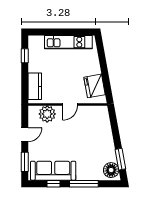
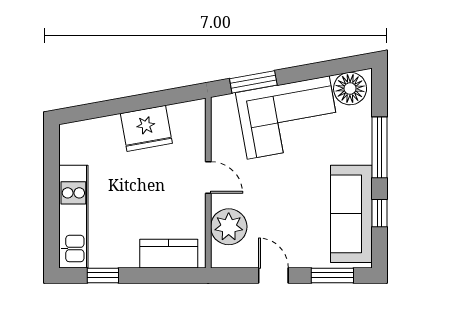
kitchen unit: (68, 42) -> (73, 217), moved
fridge: (95, 86) -> (146, 128), moved
corner sofa: (98, 141) -> (288, 118), added
window: (120, 159) -> (253, 82), moved

